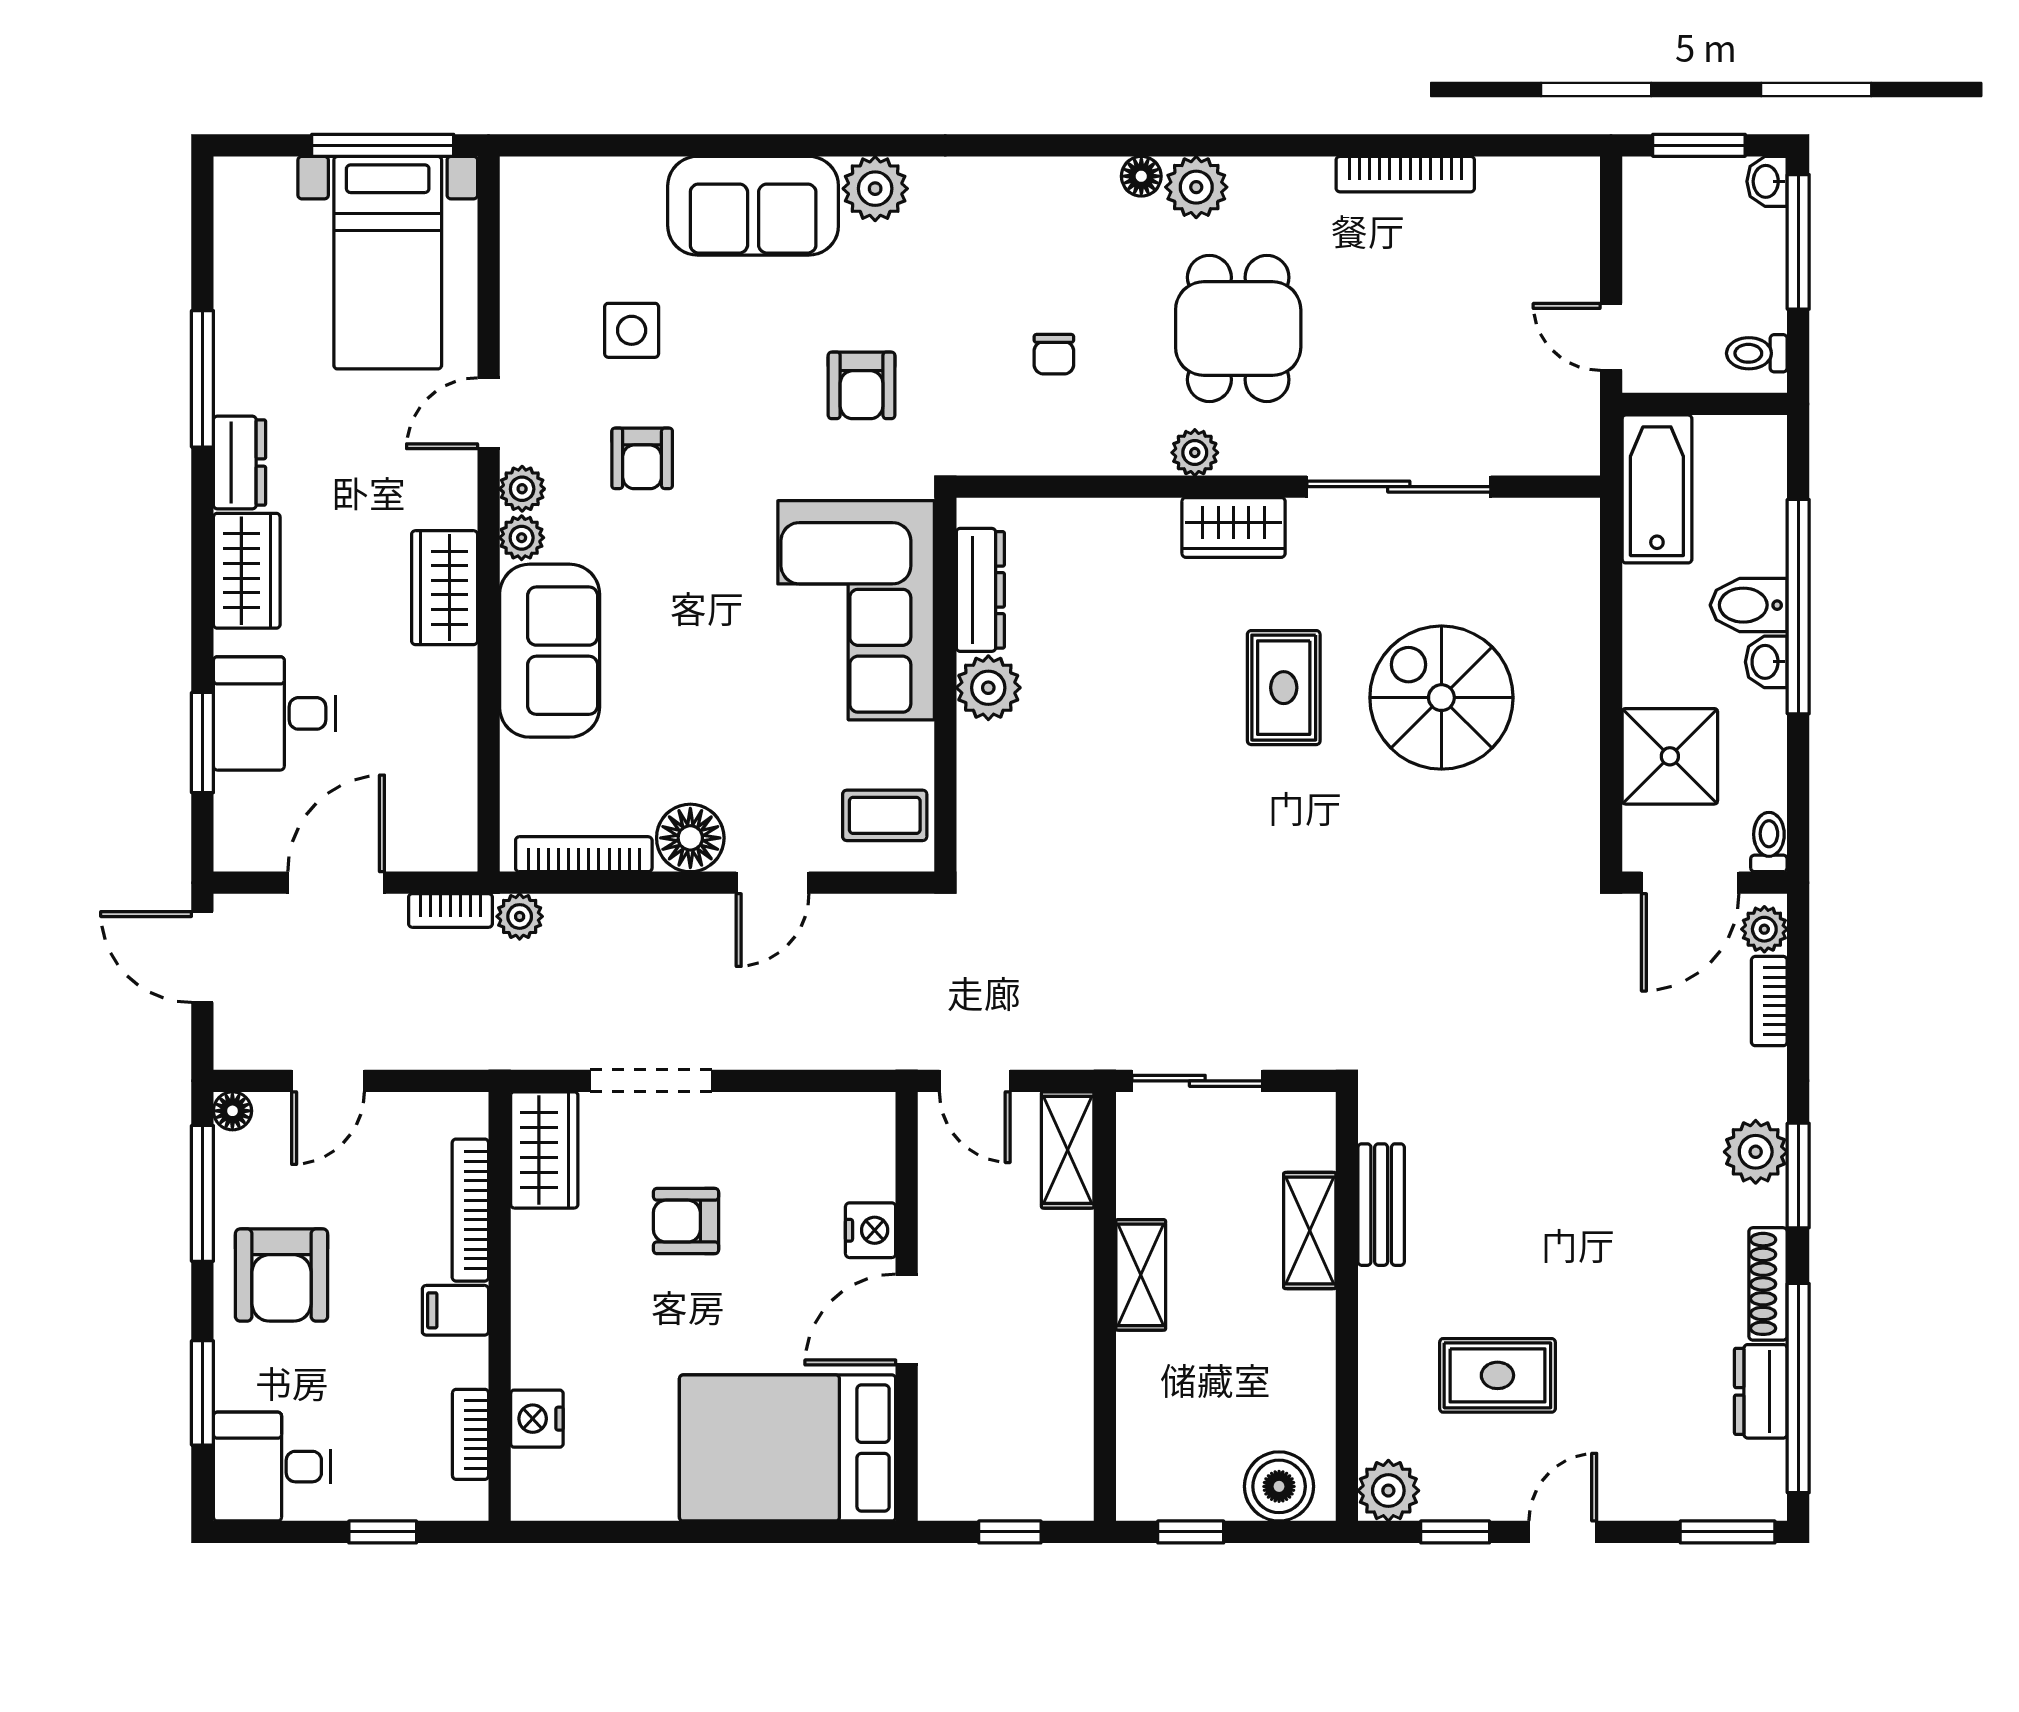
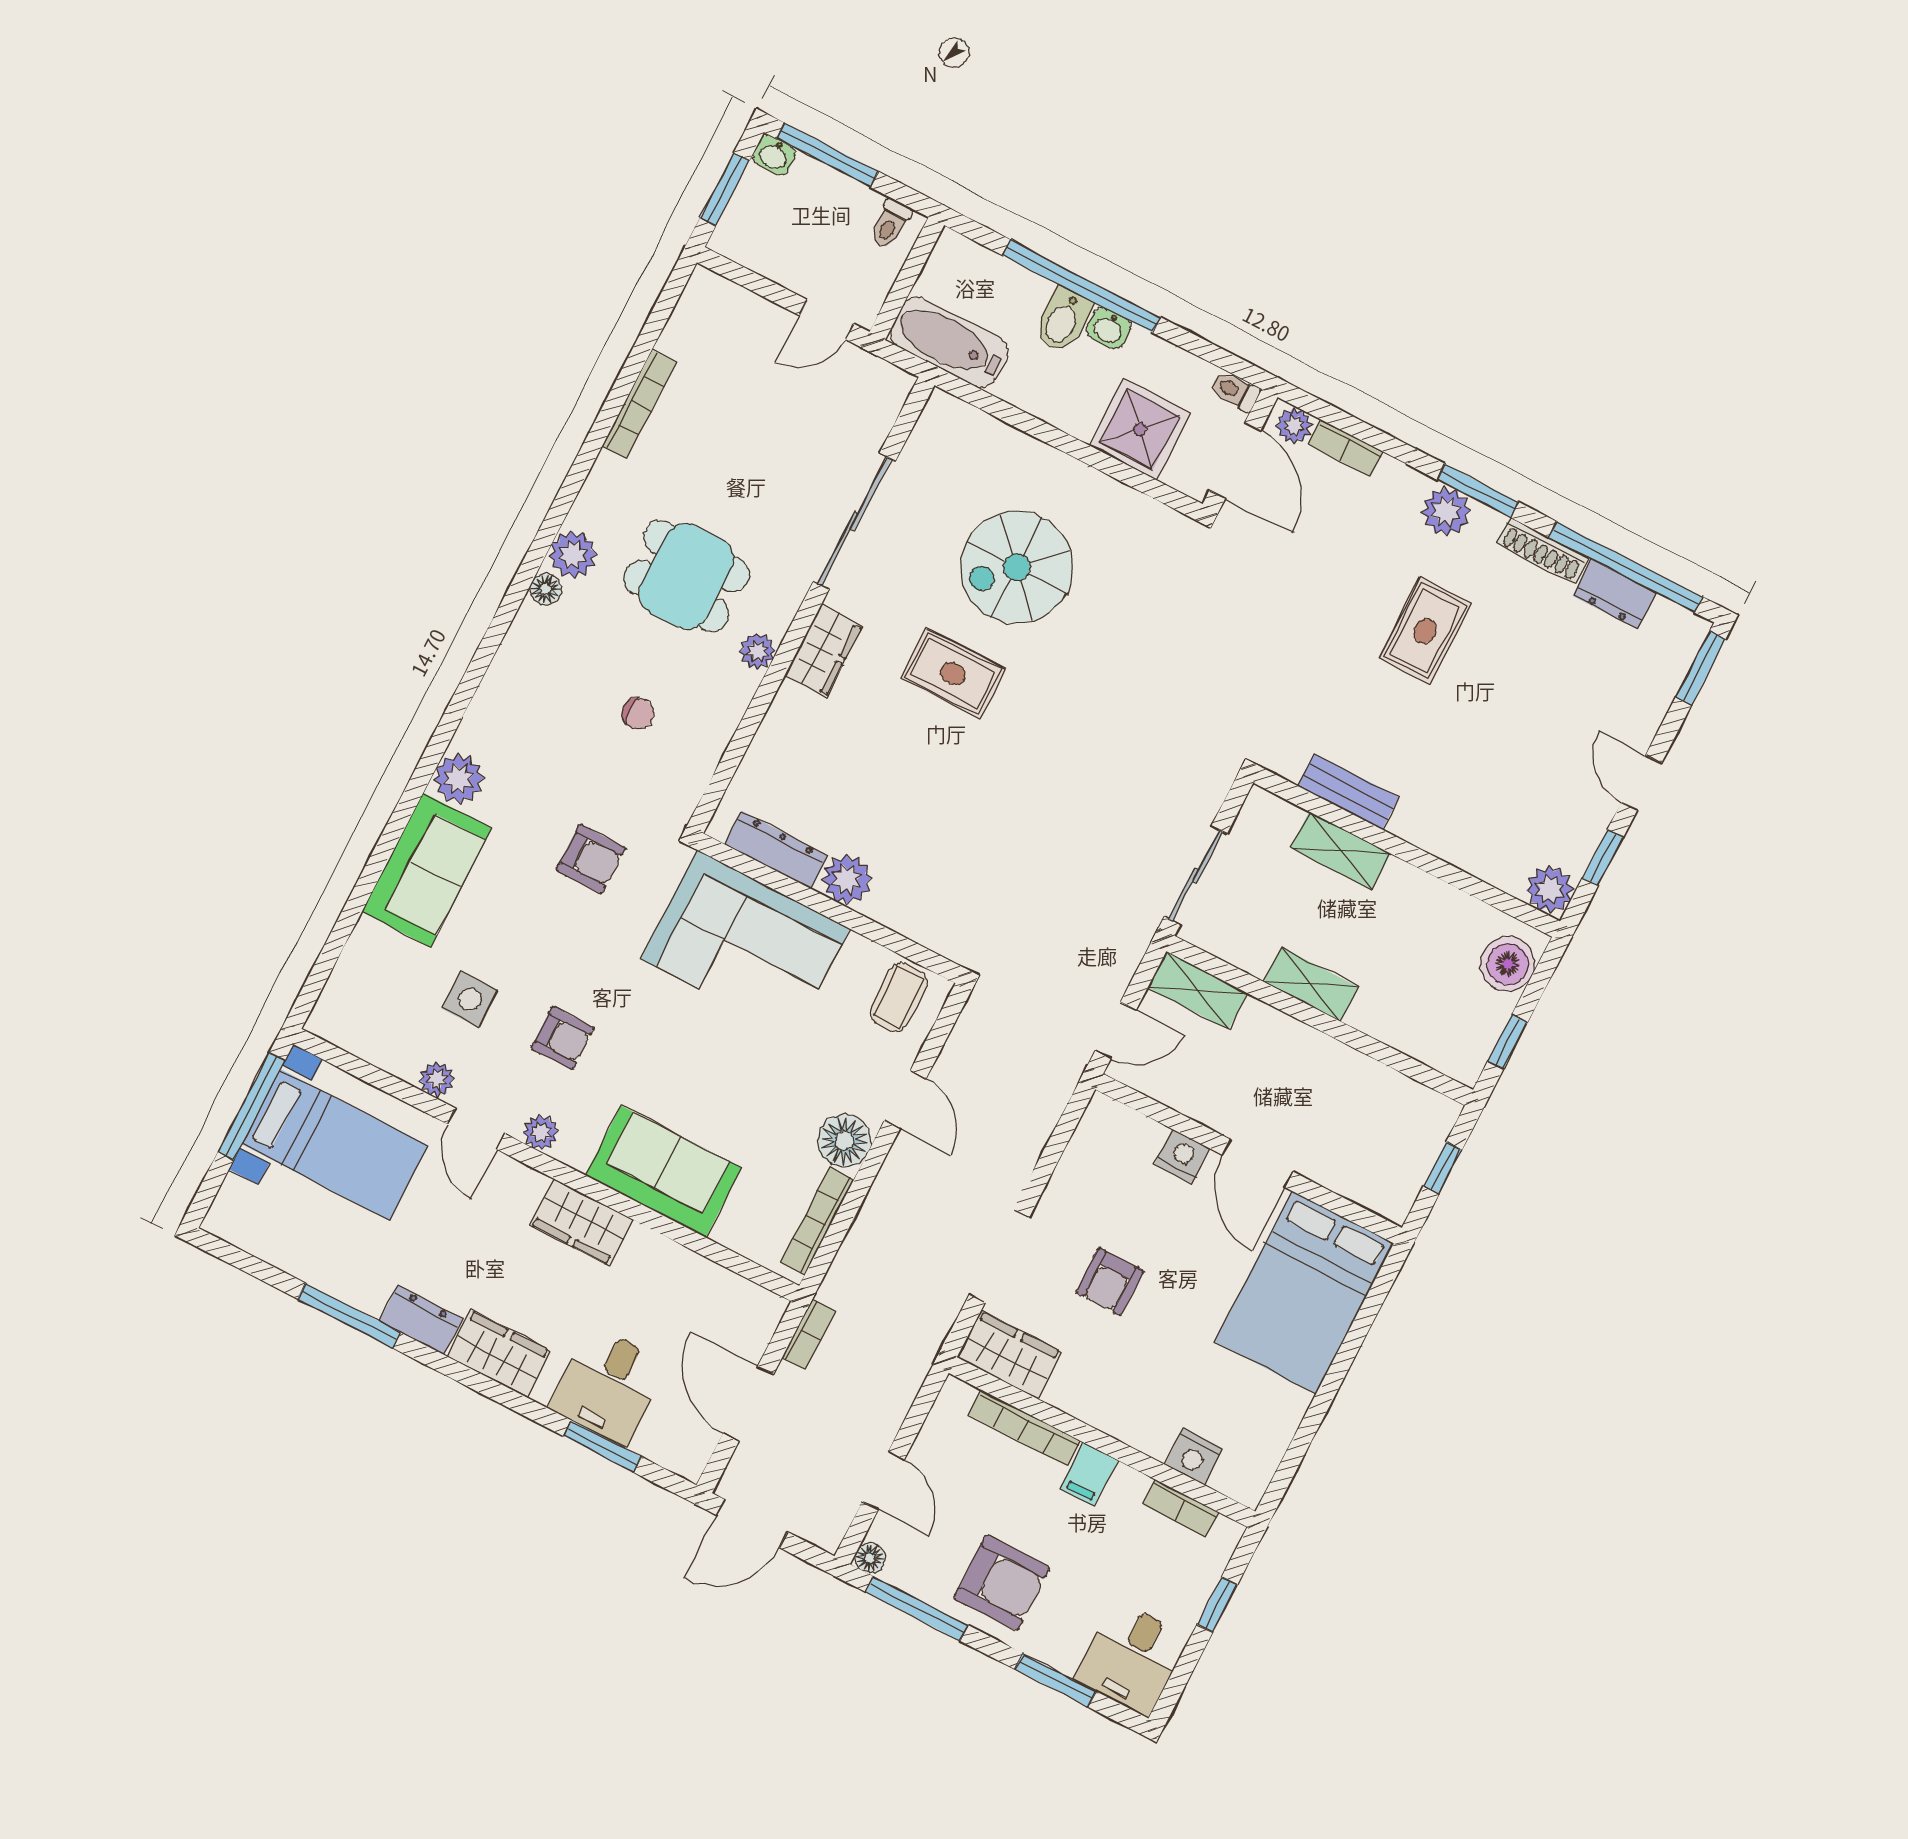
plant: (522, 538) -> (437, 1079), moved
plant: (520, 916) -> (838, 1288), removed
rug: (1497, 1375) -> (1425, 631), moved

